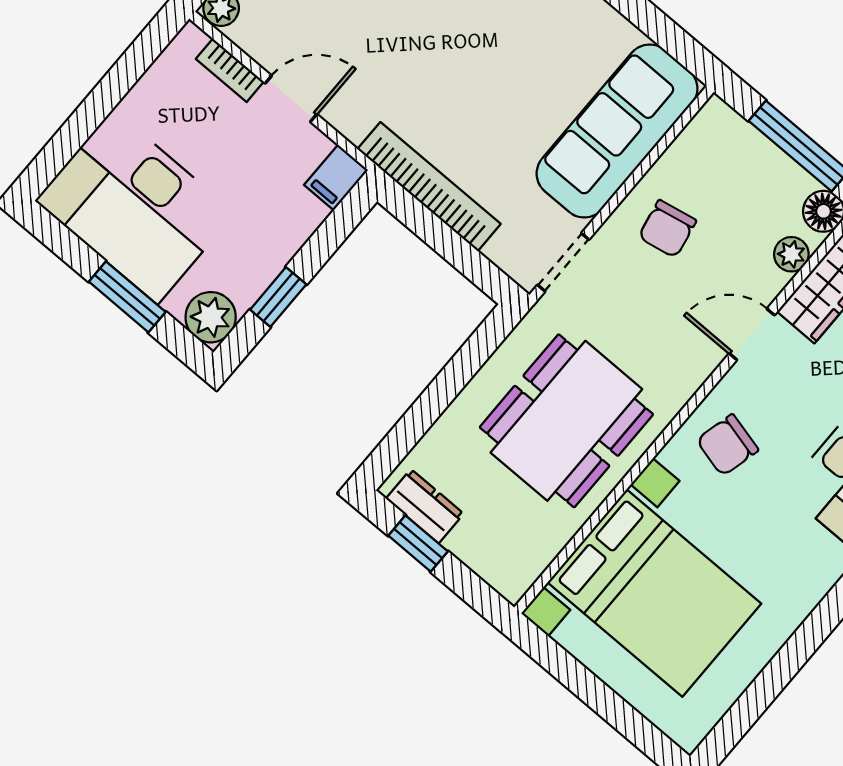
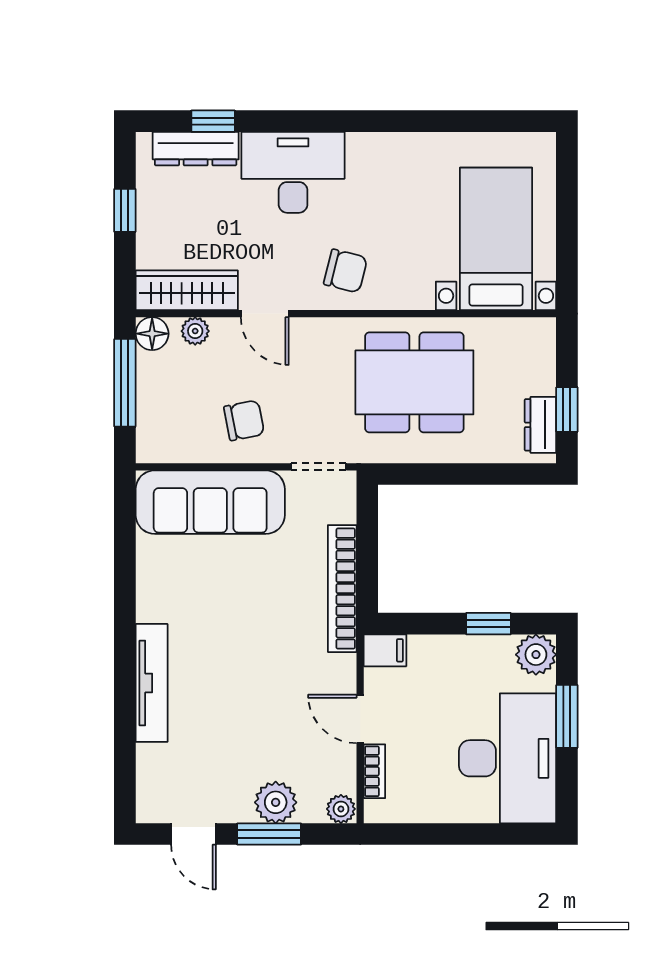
bed with nightstands: (654, 593) -> (496, 239), width x0.73

